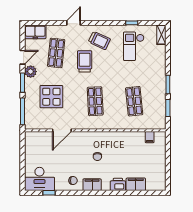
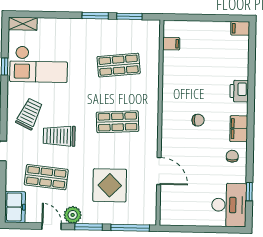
checkout: (134, 46) -> (39, 64), width x1.36, depth x1.21
filing cabinet: (136, 184) -> (240, 28), moved, width x0.50

